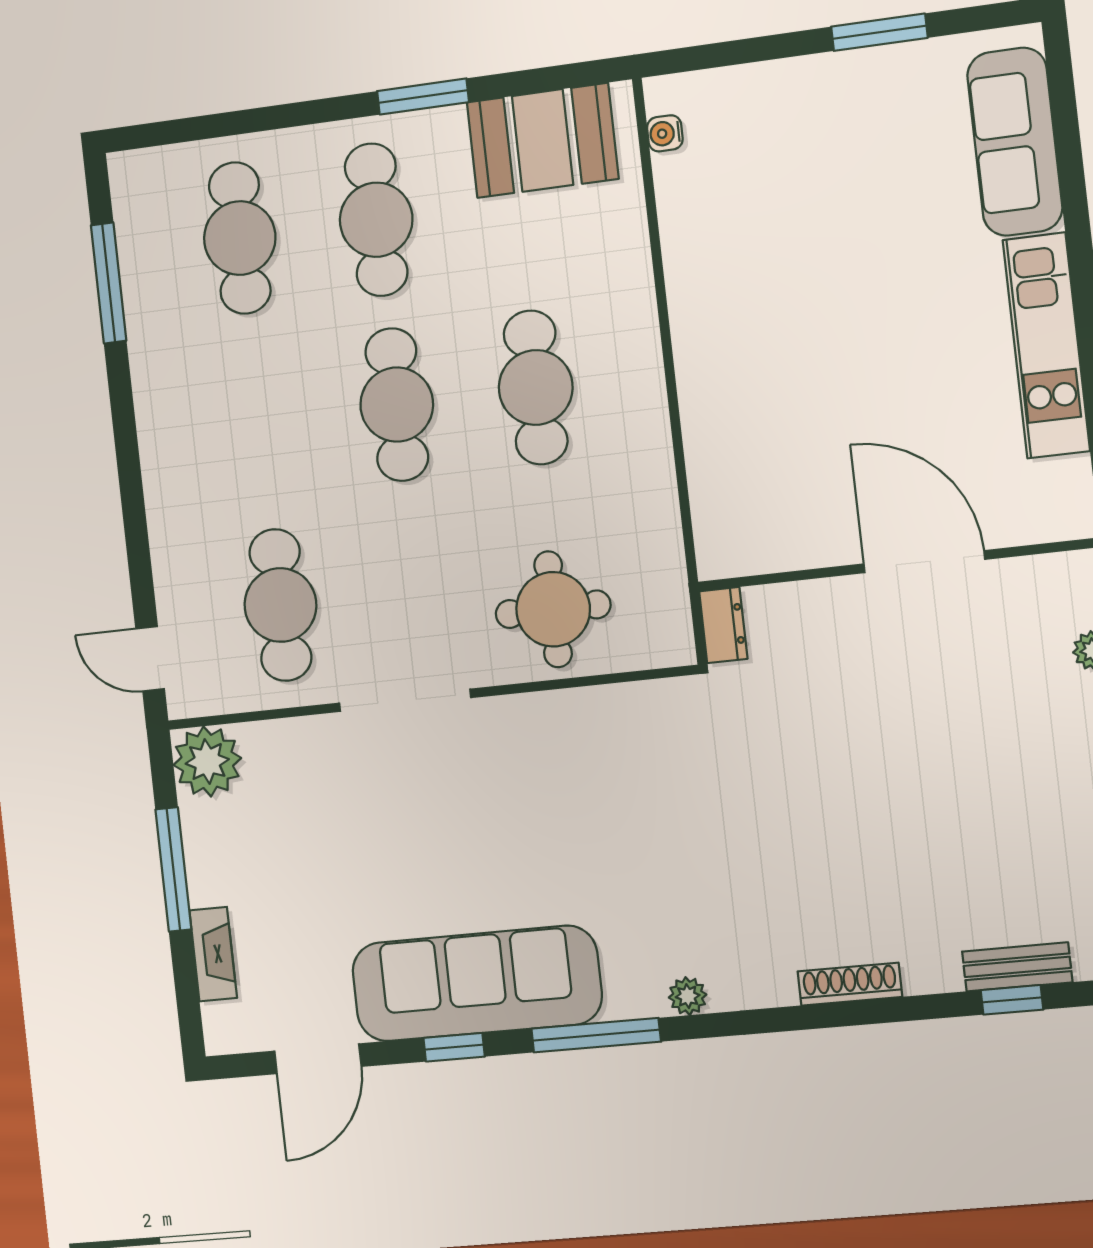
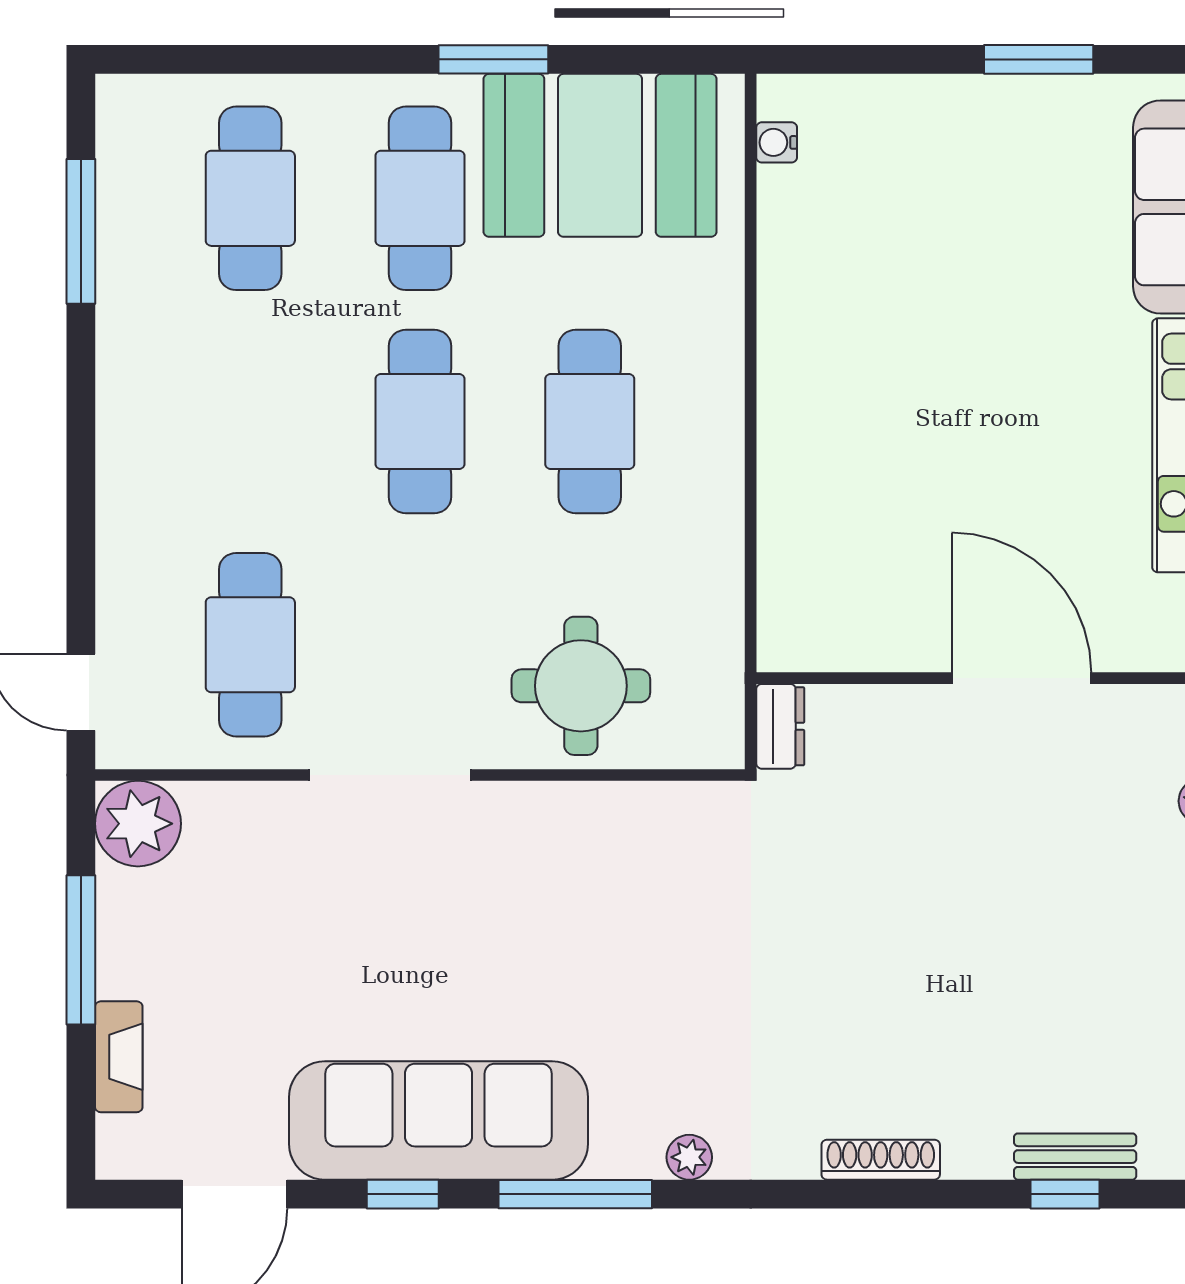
booth: (543, 140) -> (600, 155), width x1.36, depth x1.42

